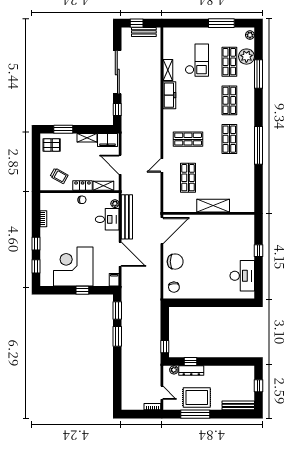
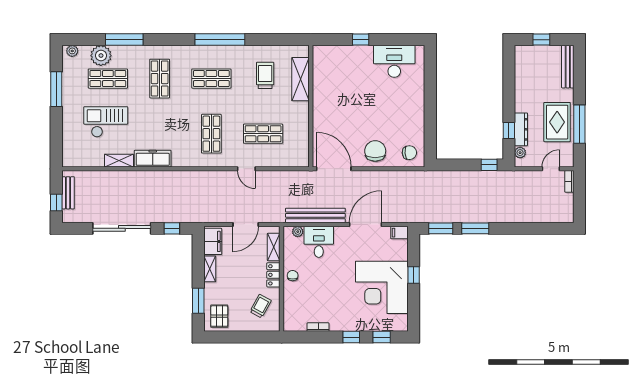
shop shelf: (229, 100) -> (160, 79), turned 90
trolley: (232, 179) -> (265, 75), added
shelving: (213, 206) -> (300, 79), moved

